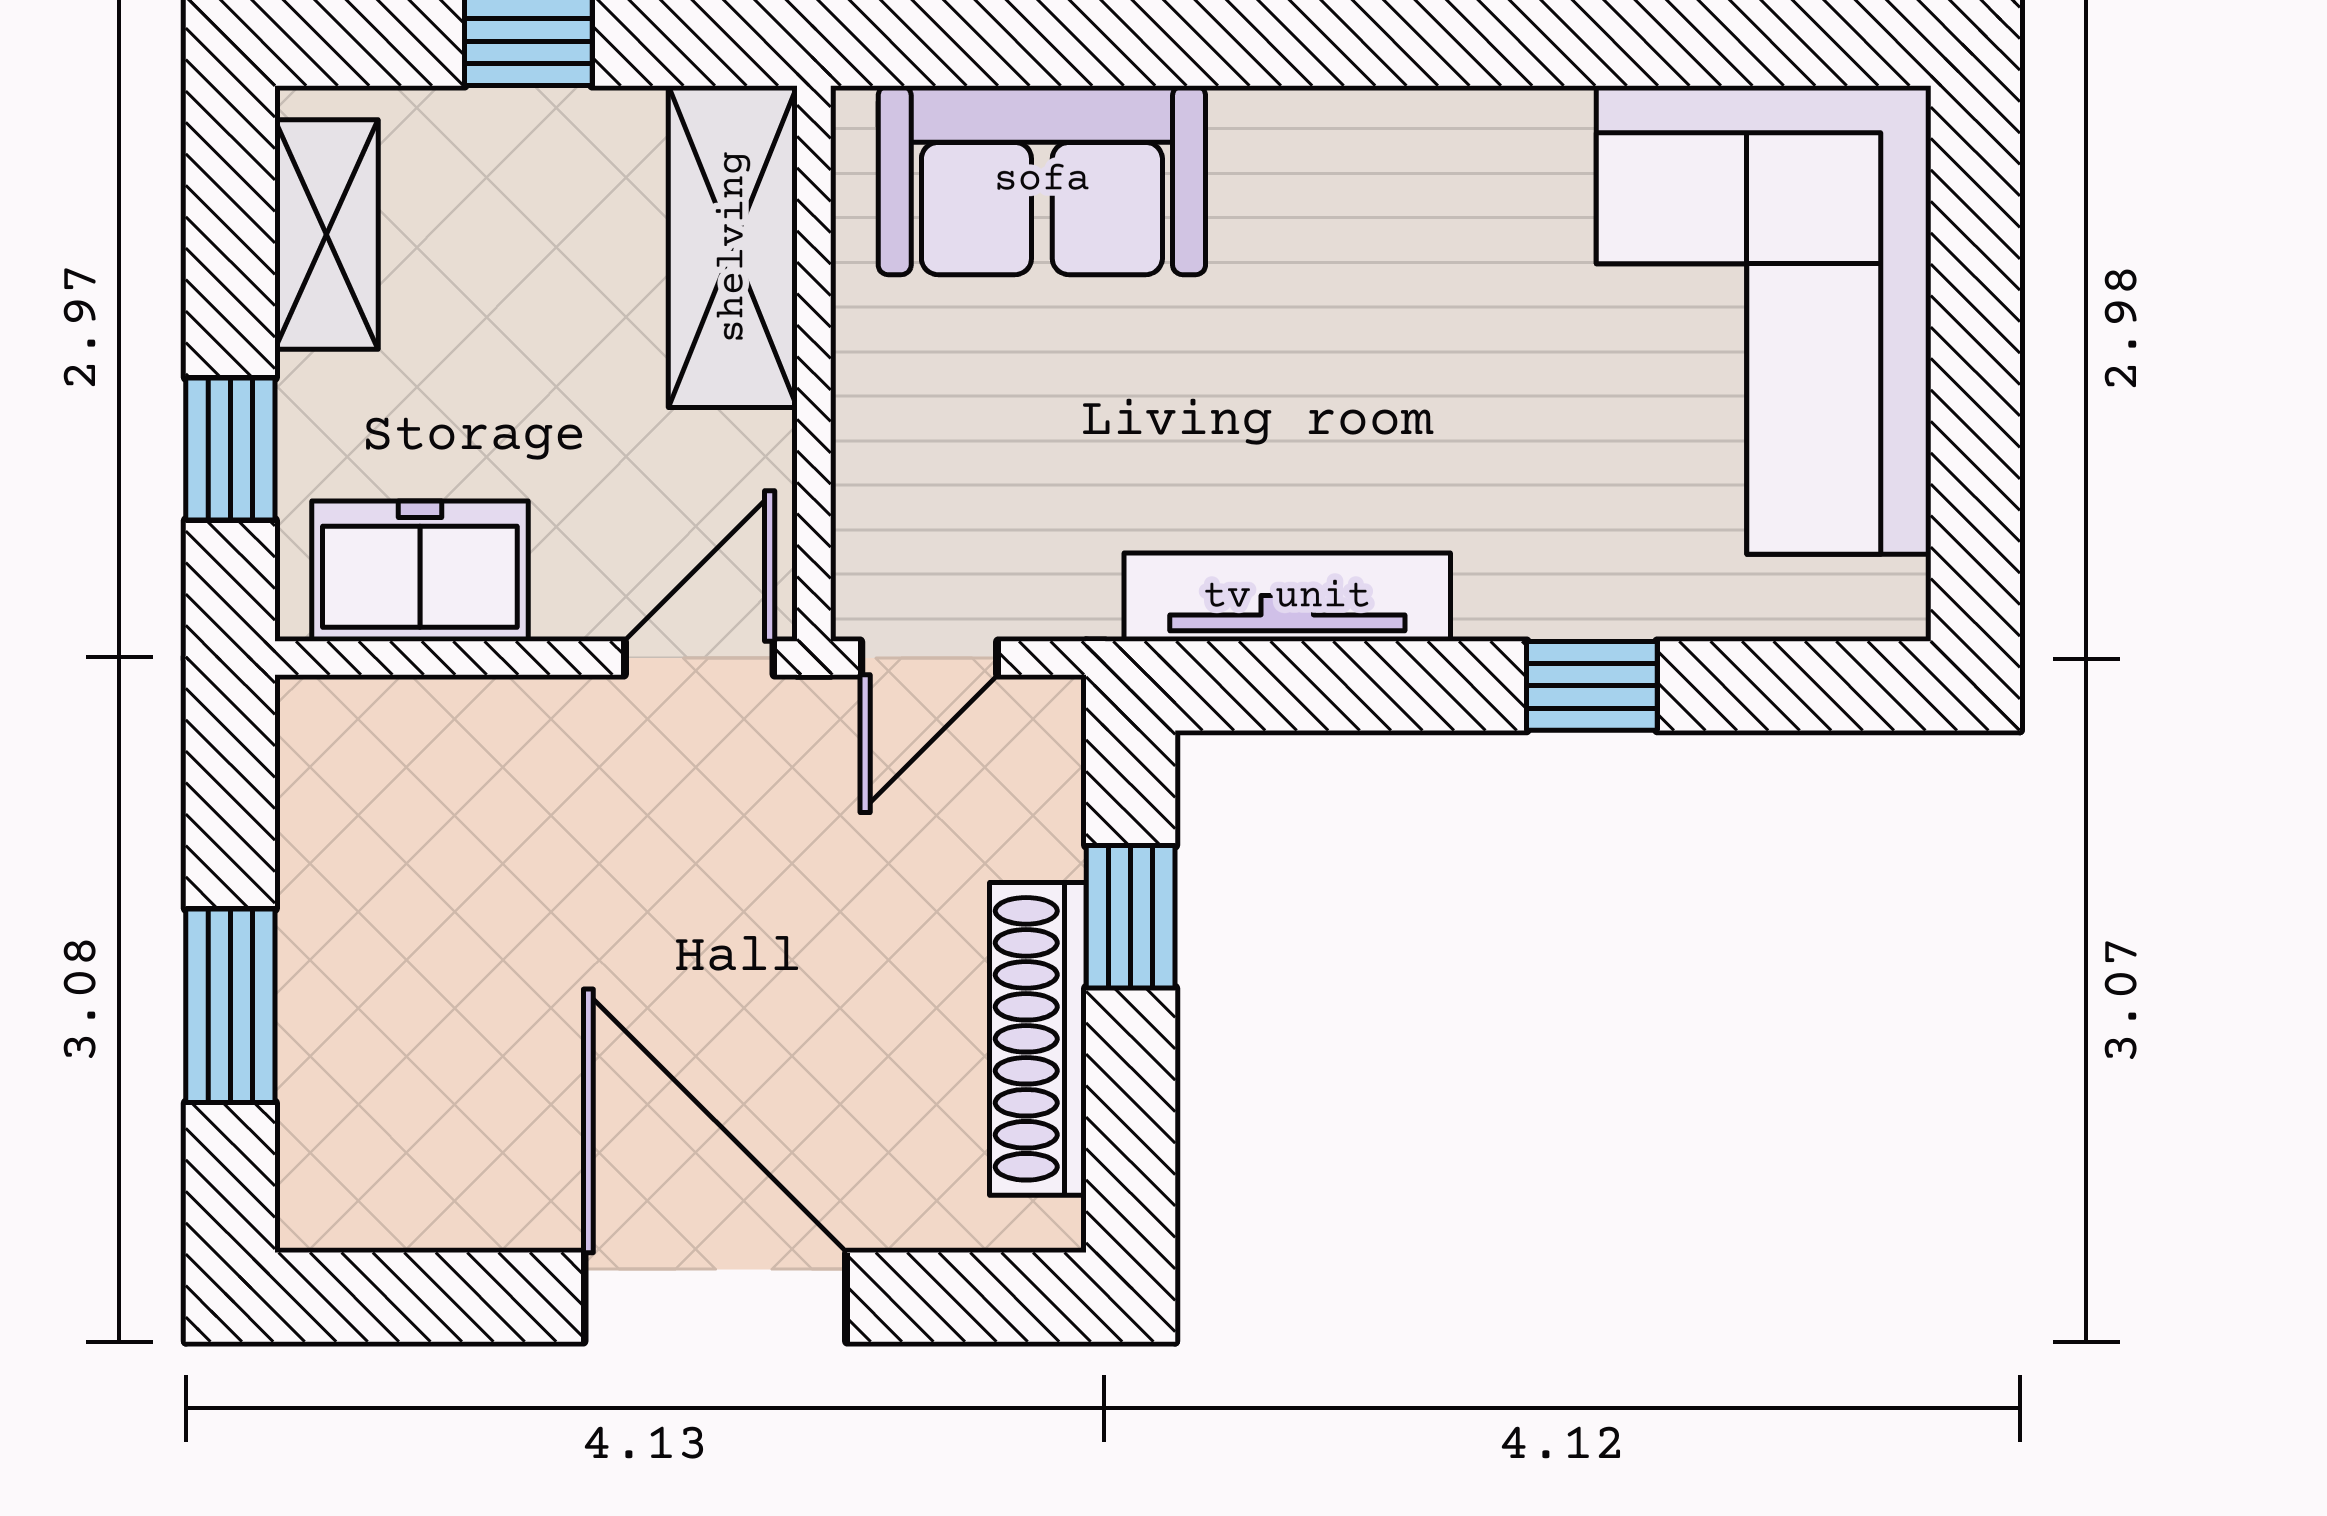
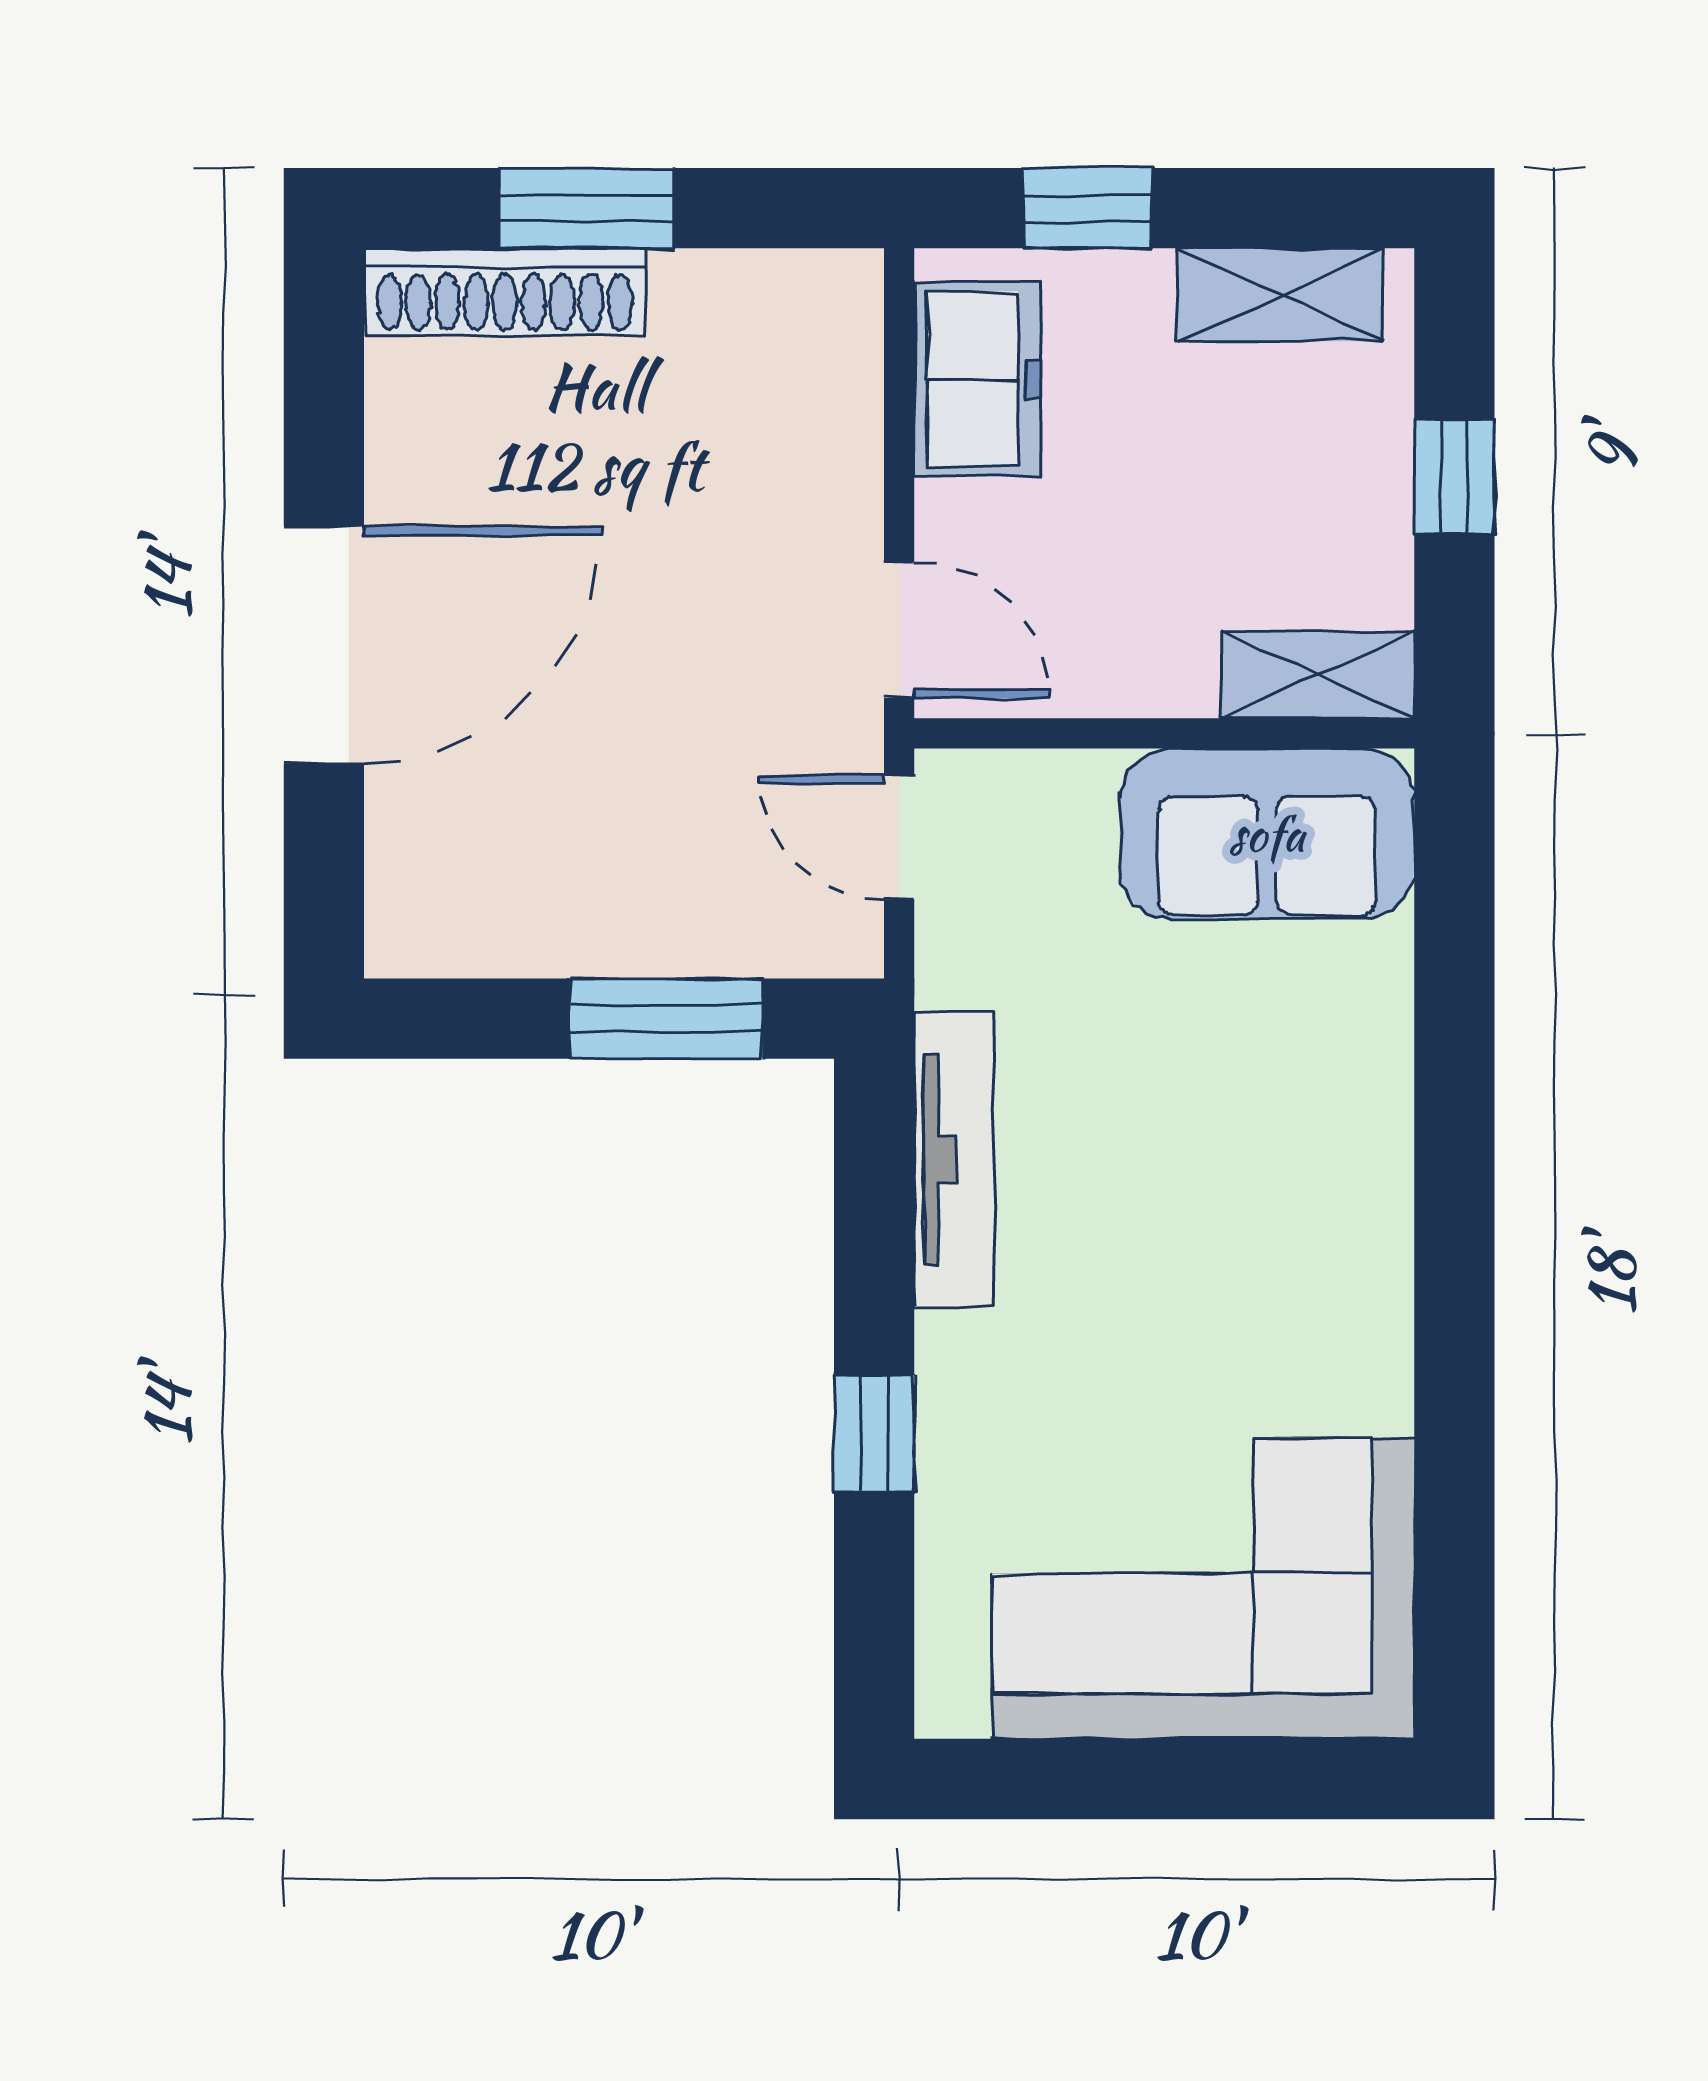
sofa: (1042, 180) -> (1267, 834), moved, turned -90
shelving: (733, 247) -> (1318, 675), width x0.67, depth x0.75
window: (1131, 917) -> (666, 1019), width x1.50
shoe rack: (1038, 1039) -> (505, 292), moved, turned 180

